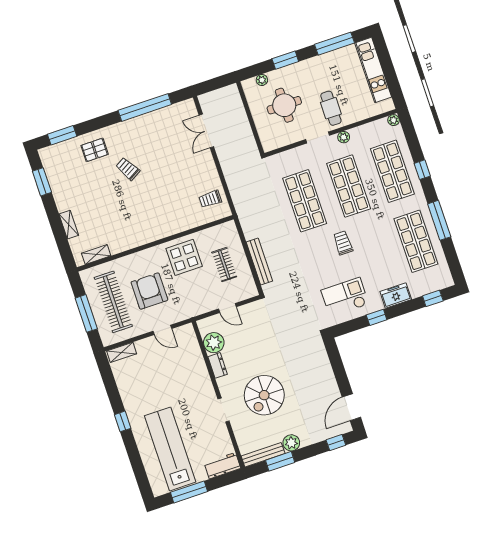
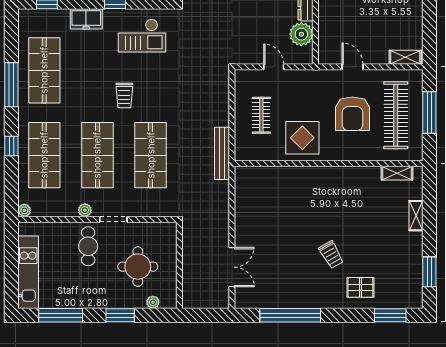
trolley: (210, 199) -> (253, 192), removed
bench: (259, 262) -> (222, 153), moved

